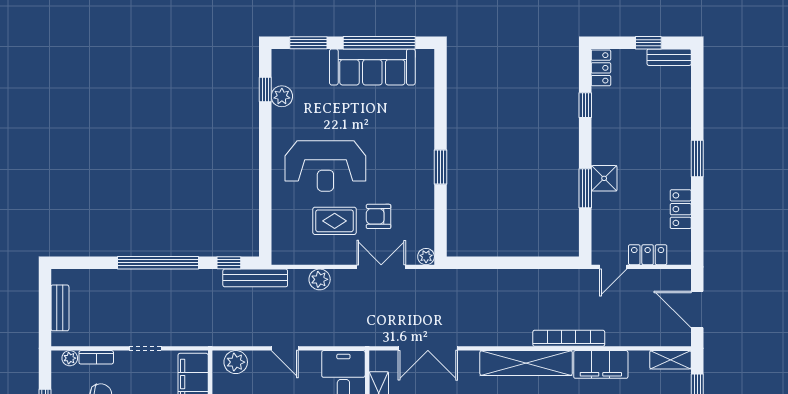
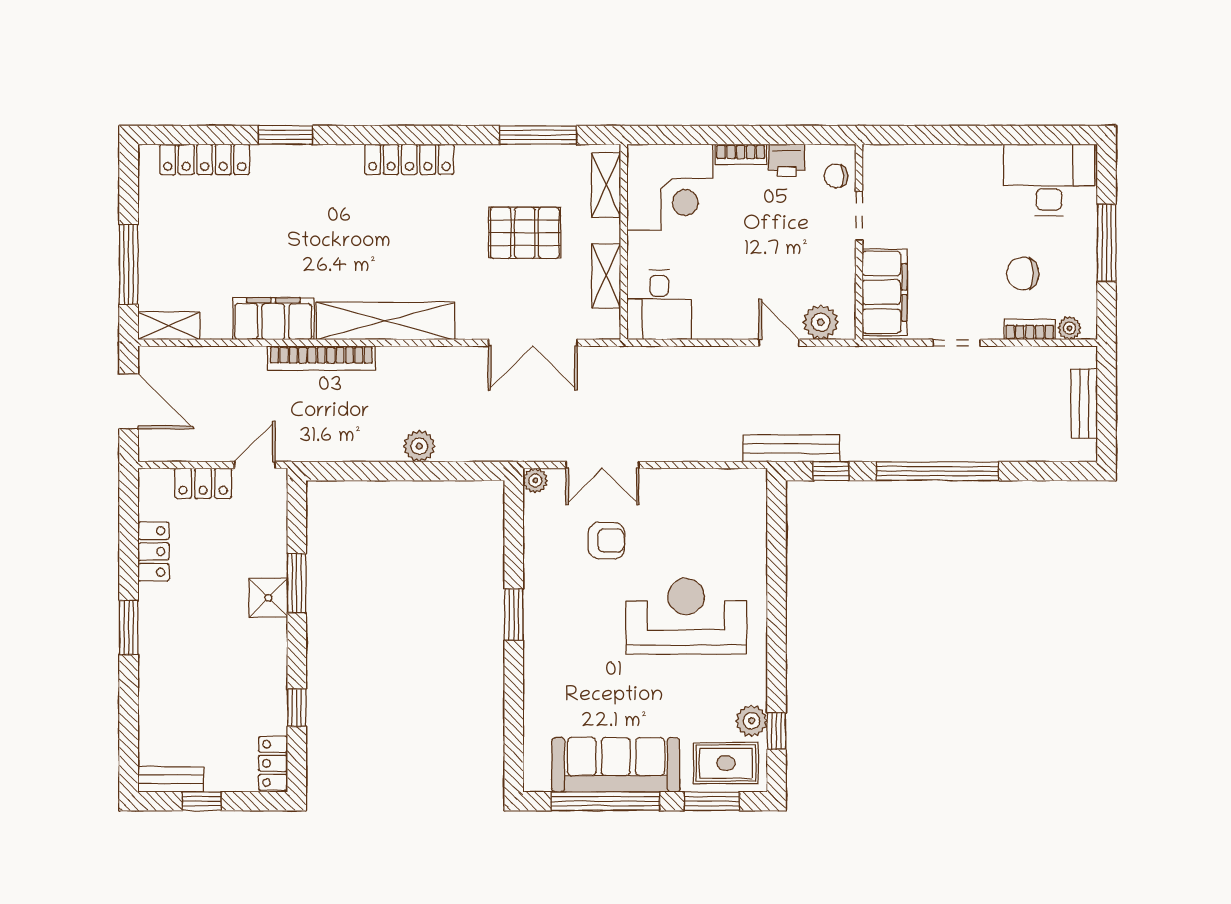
rug: (335, 221) -> (726, 763), moved
plant: (320, 279) -> (419, 446), moved
door: (285, 348) -> (779, 343), moved
double door: (428, 348) -> (533, 343), swing flipped

